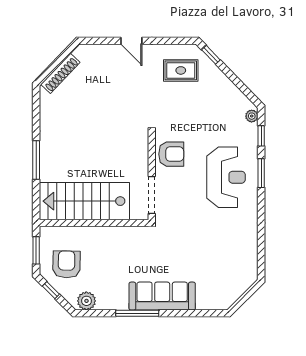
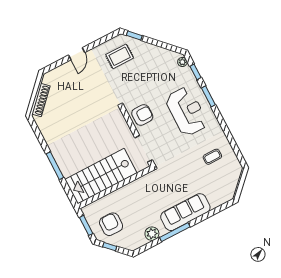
door: (131, 41) -> (77, 54), hinge flipped
coffee table: (228, 247) -> (212, 157), added
plant: (86, 301) -> (152, 234), moved

